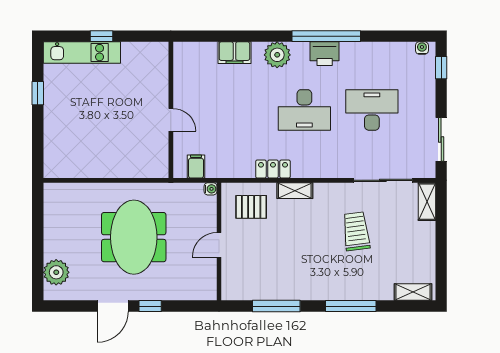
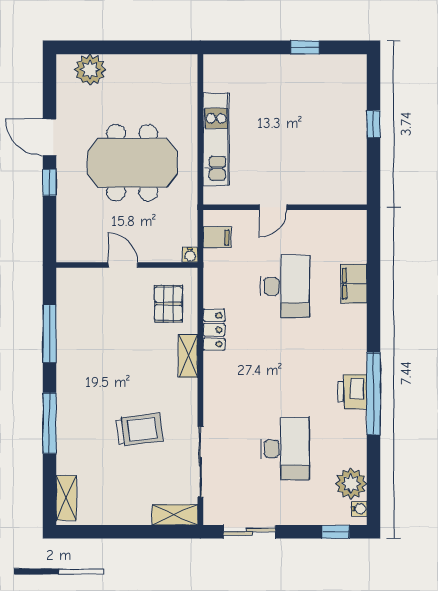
kitchen unit: (82, 53) -> (216, 140), moved, turned 180
plant: (277, 55) -> (351, 484), moved
desk: (304, 110) -> (285, 286), moved, turned 180

